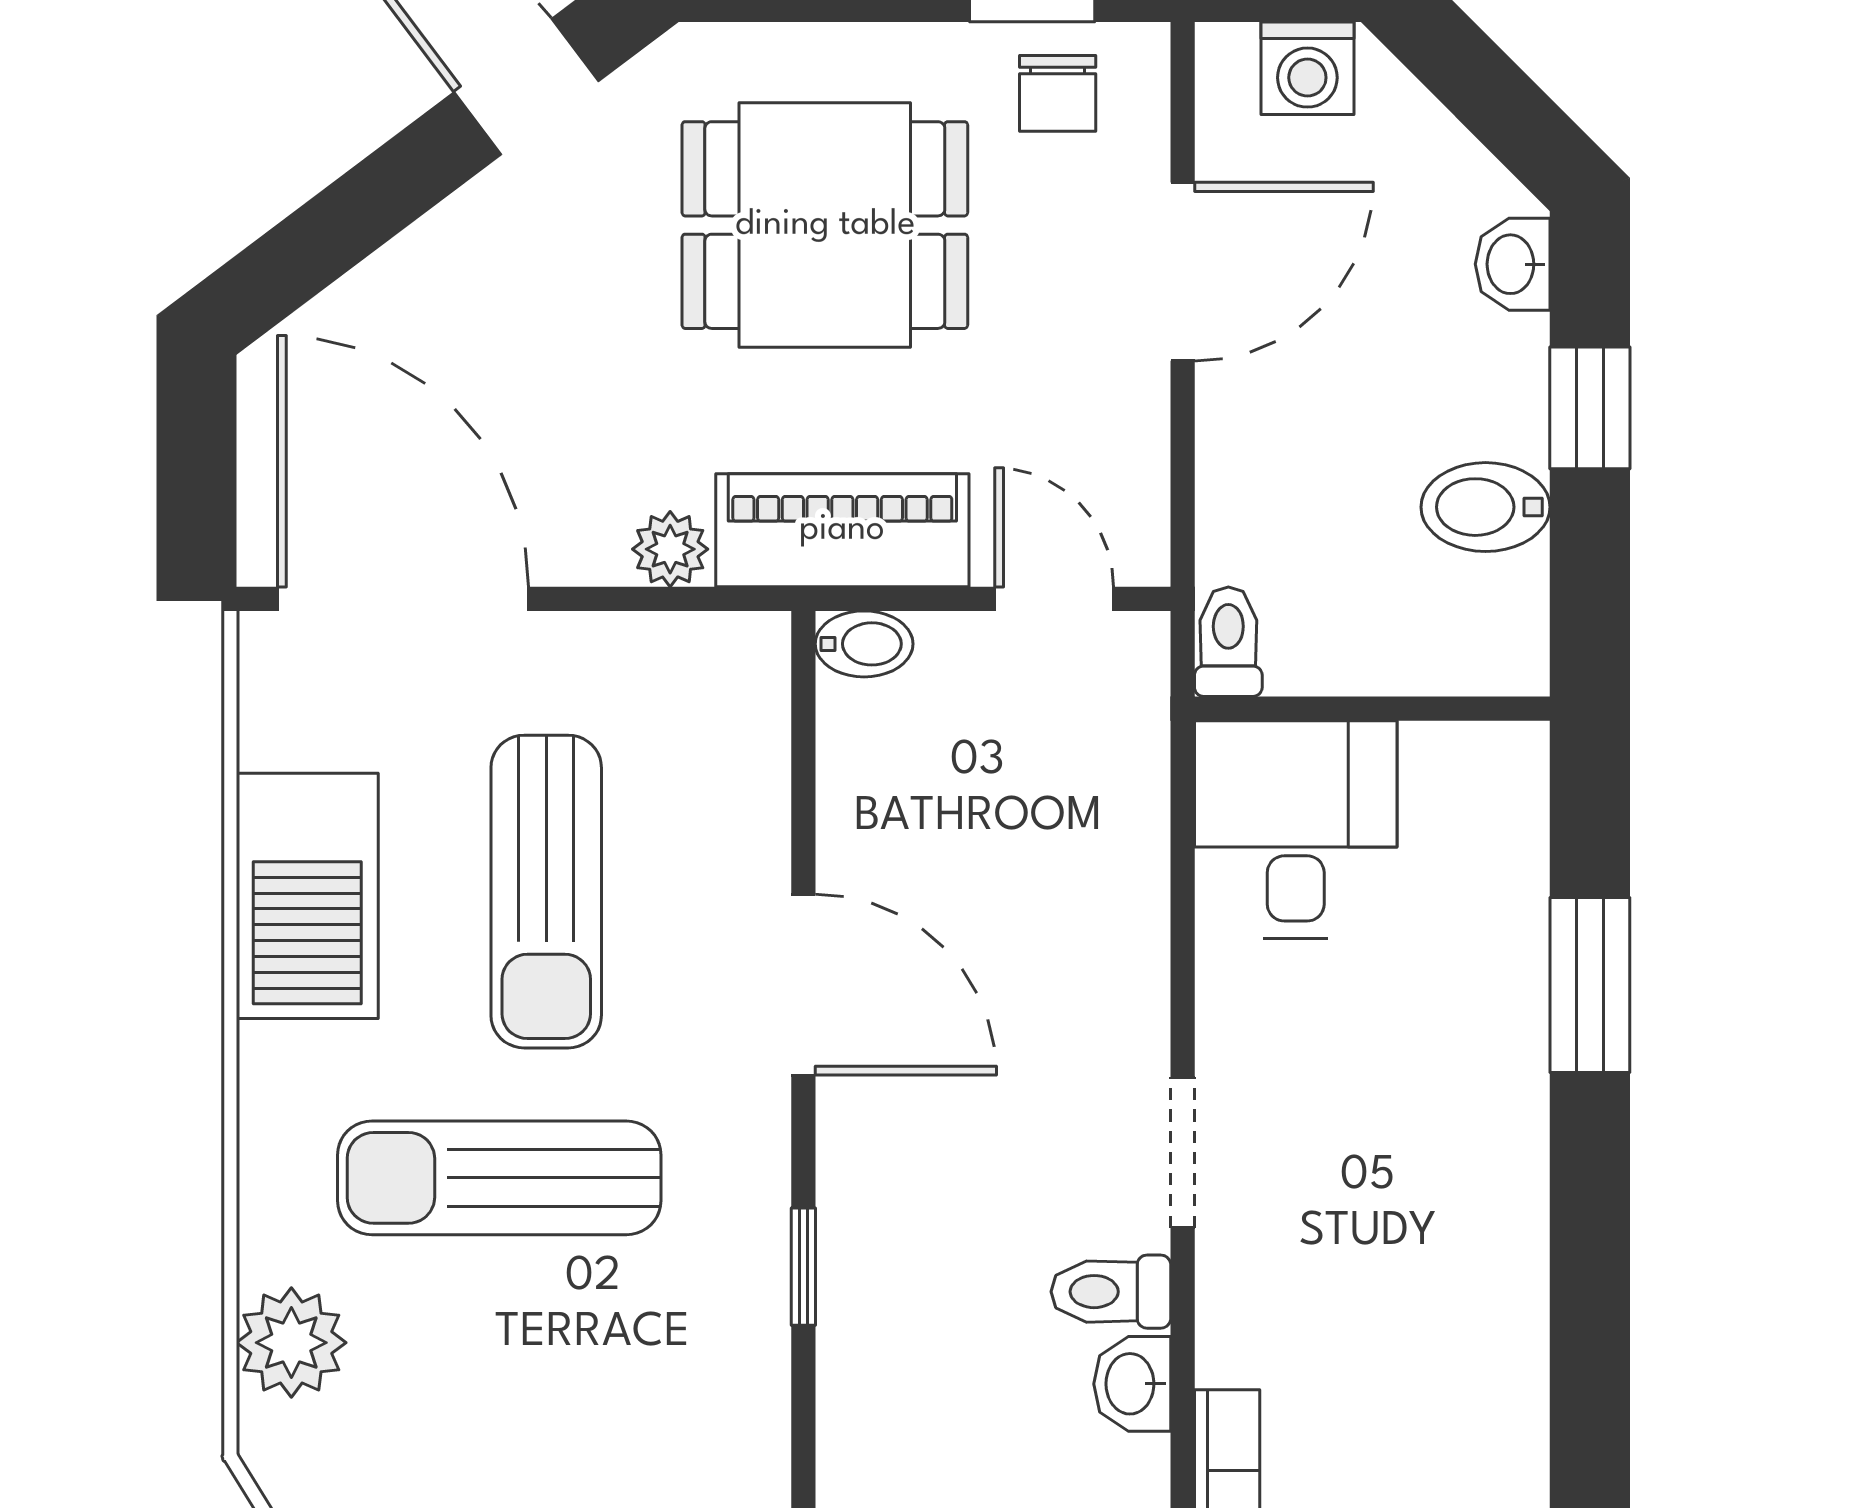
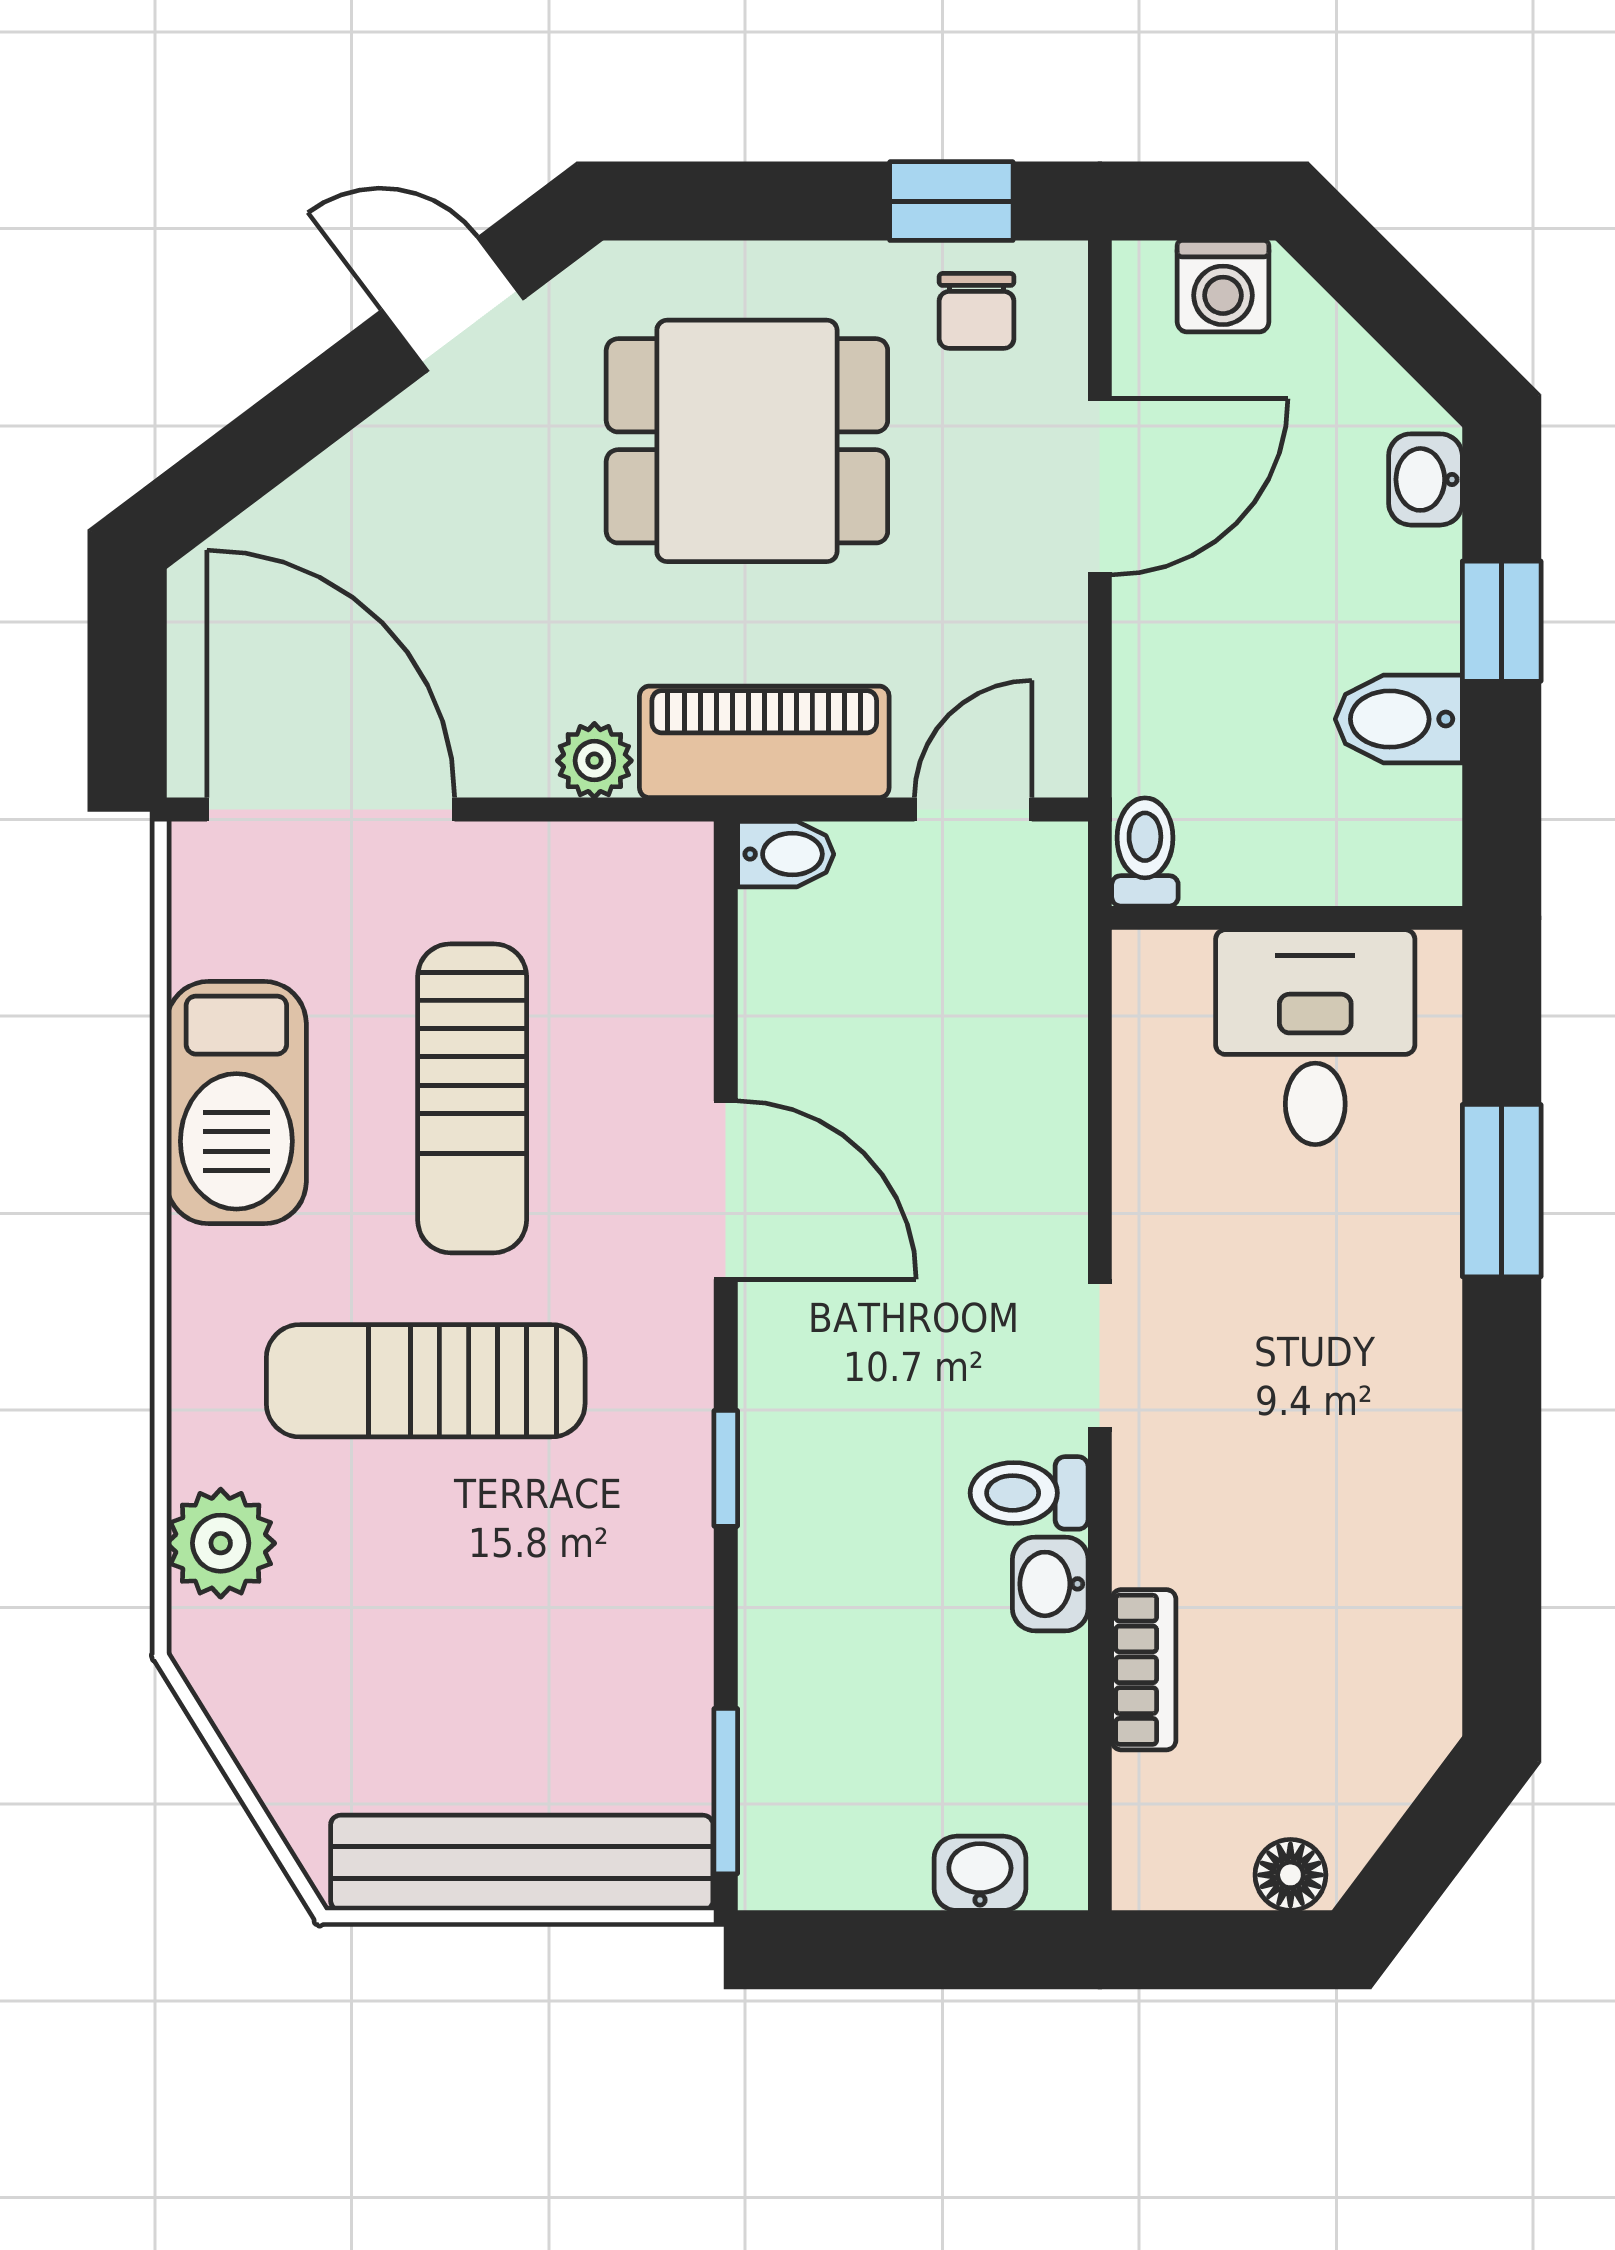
door: (1054, 599) -> (973, 810), hinge flipped
desk: (1296, 830) -> (1315, 1037), moved

